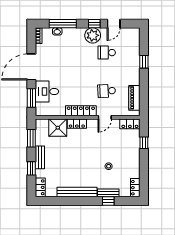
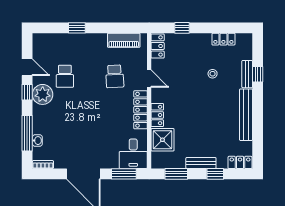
desk: (47, 91) -> (133, 154), moved
locker: (135, 188) -> (223, 39), moved

